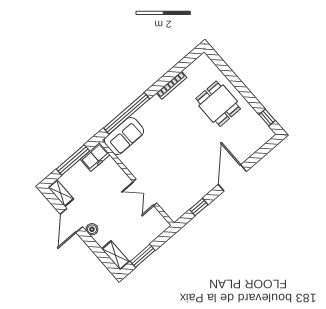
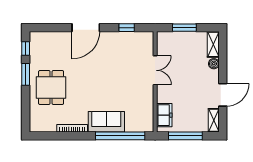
window: (249, 96) -> (26, 74), added
sofa: (124, 136) -> (106, 122), moved
freezer: (95, 157) -> (164, 115), moved, turned 90
boiler: (92, 229) -> (214, 64), moved
window: (143, 256) -> (184, 28), moved

